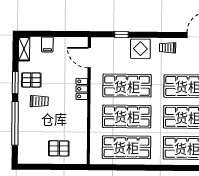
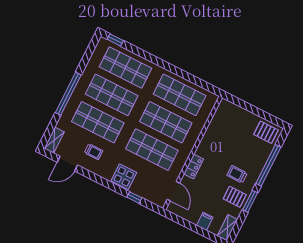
trolley: (168, 48) -> (93, 152), moved
pallet: (59, 148) -> (266, 132), moved

